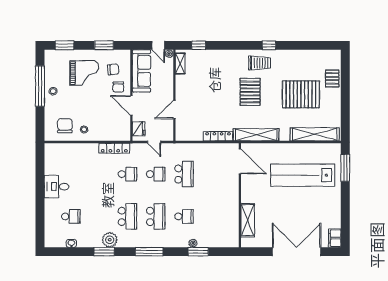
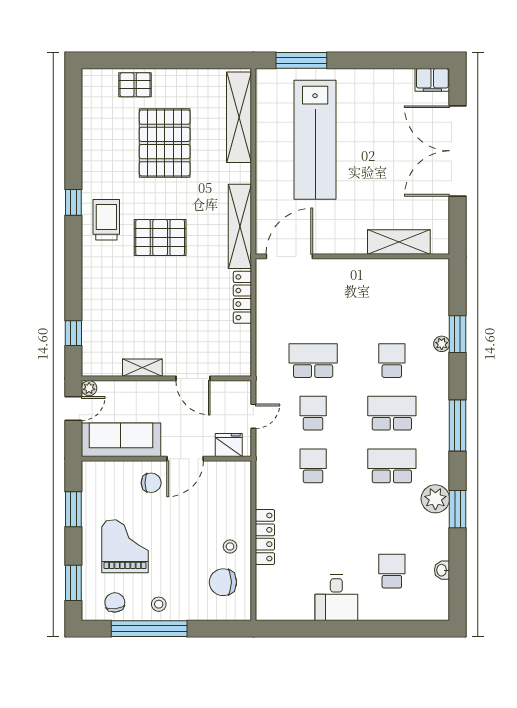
shelving: (180, 64) -> (142, 368), moved
chair: (113, 69) -> (115, 602), moved
locker: (114, 148) -> (265, 537), moved

